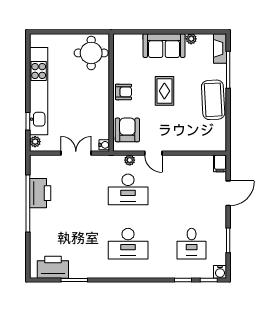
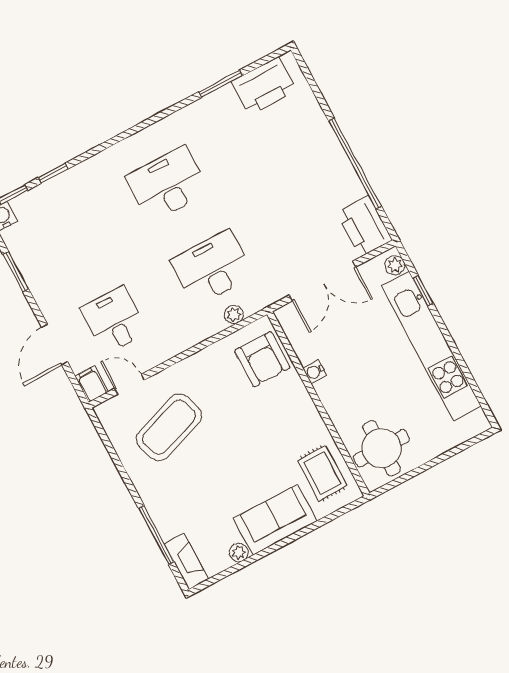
rug: (164, 91) -> (322, 473), moved
armchair: (124, 92) -> (300, 415), removed
coffee table: (213, 100) -> (169, 427), moved, turned 74
water cooler: (104, 145) -> (315, 372), moved
double door: (76, 153) -> (322, 281), width x1.37
door: (153, 153) -> (130, 384), moved
printer: (40, 193) -> (364, 226), moved
desk: (192, 244) -> (114, 320), moved

